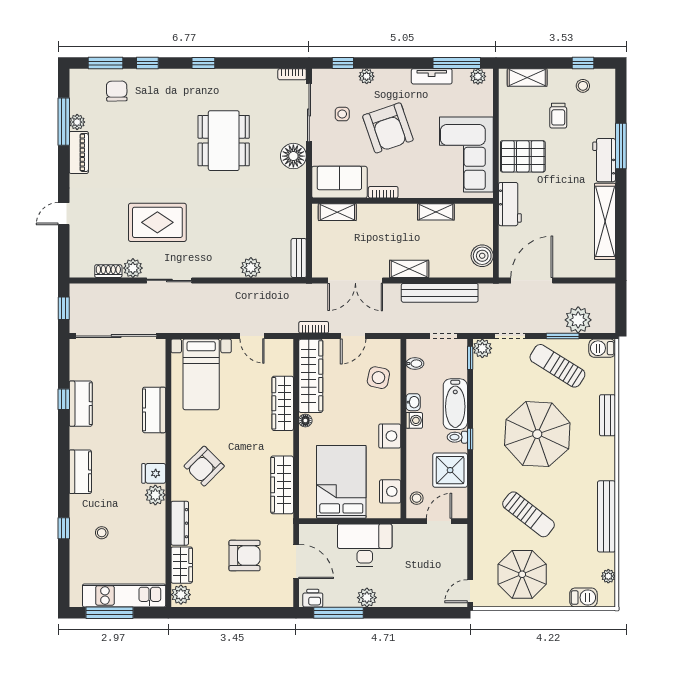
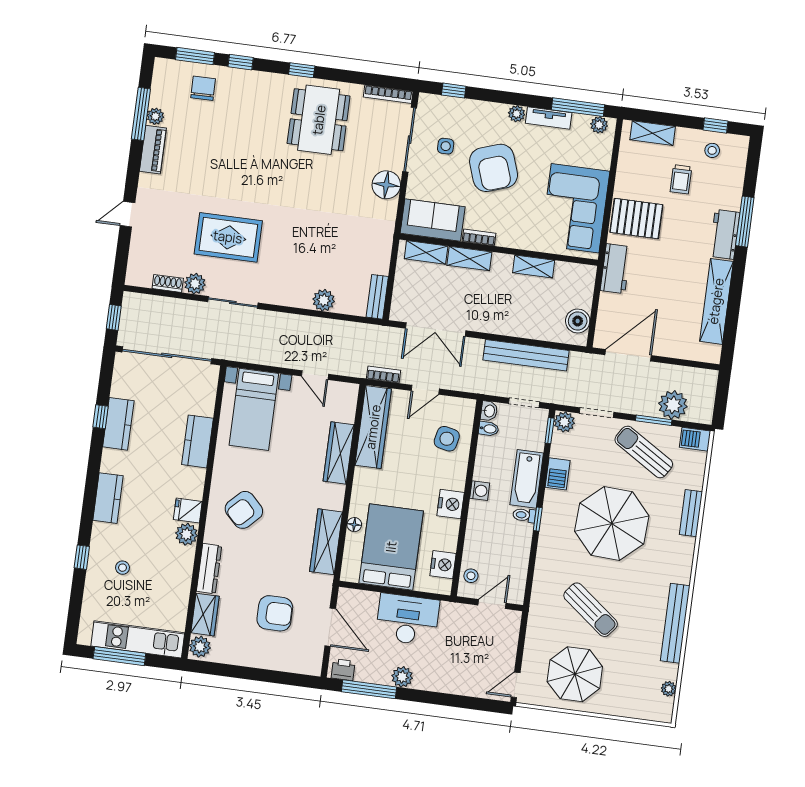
bookcase: (292, 74) -> (388, 94), width x1.56
plant: (367, 76) -> (517, 114), moved
dining table: (224, 141) -> (319, 120), moved
shelving: (409, 269) -> (469, 259), moved
washbasin: (413, 402) -> (489, 411), moved
floor lamp: (305, 421) -> (354, 525), moved
shower: (450, 470) -> (511, 550), removed
barbecue: (583, 598) -> (558, 474), moved, turned 90

